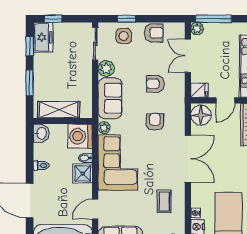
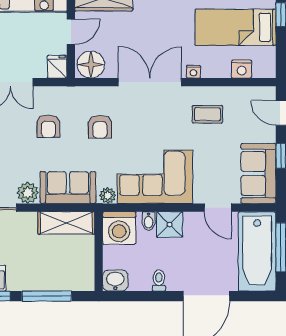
window: (30, 83) -> (47, 296), width x1.44
door: (225, 100) -> (71, 32), hinge flipped
shelving: (59, 110) -> (66, 223), moved, turned 90
armchair: (155, 122) -> (100, 127), turned -90
nightstand: (196, 213) -> (193, 72), moved

